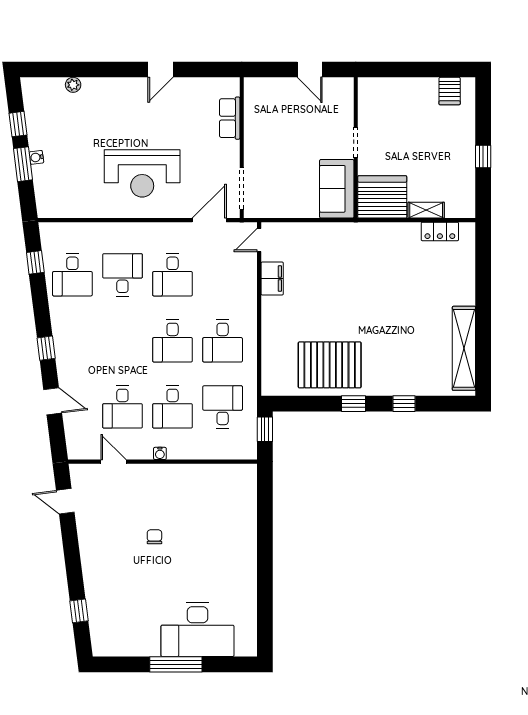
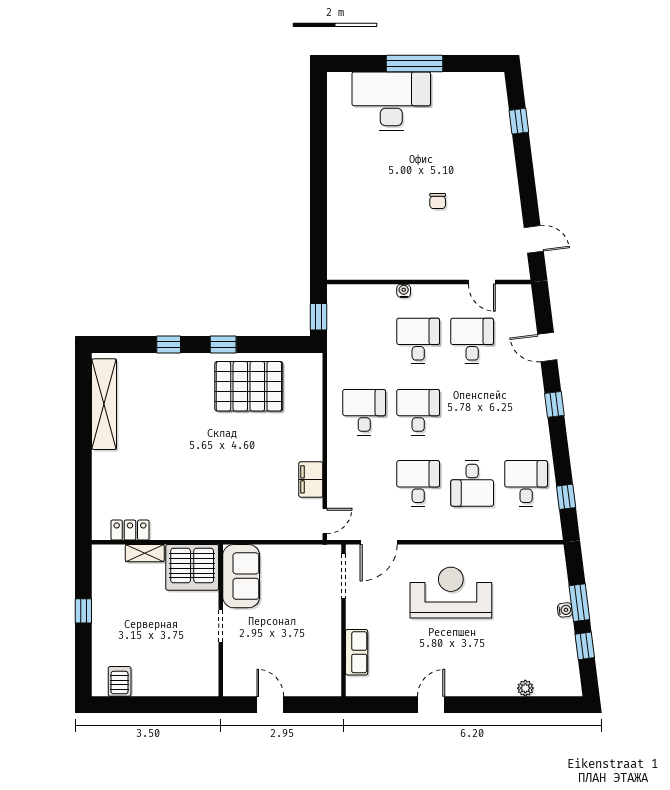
desk: (223, 407) -> (364, 341), removed
water cooler: (160, 453) -> (404, 291), moved

